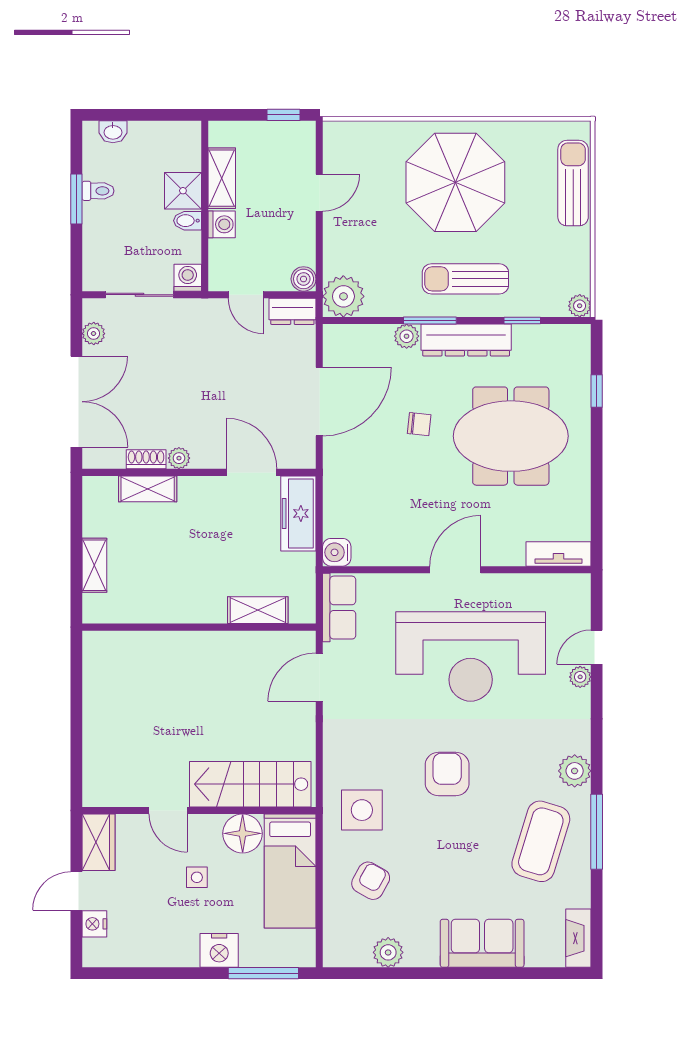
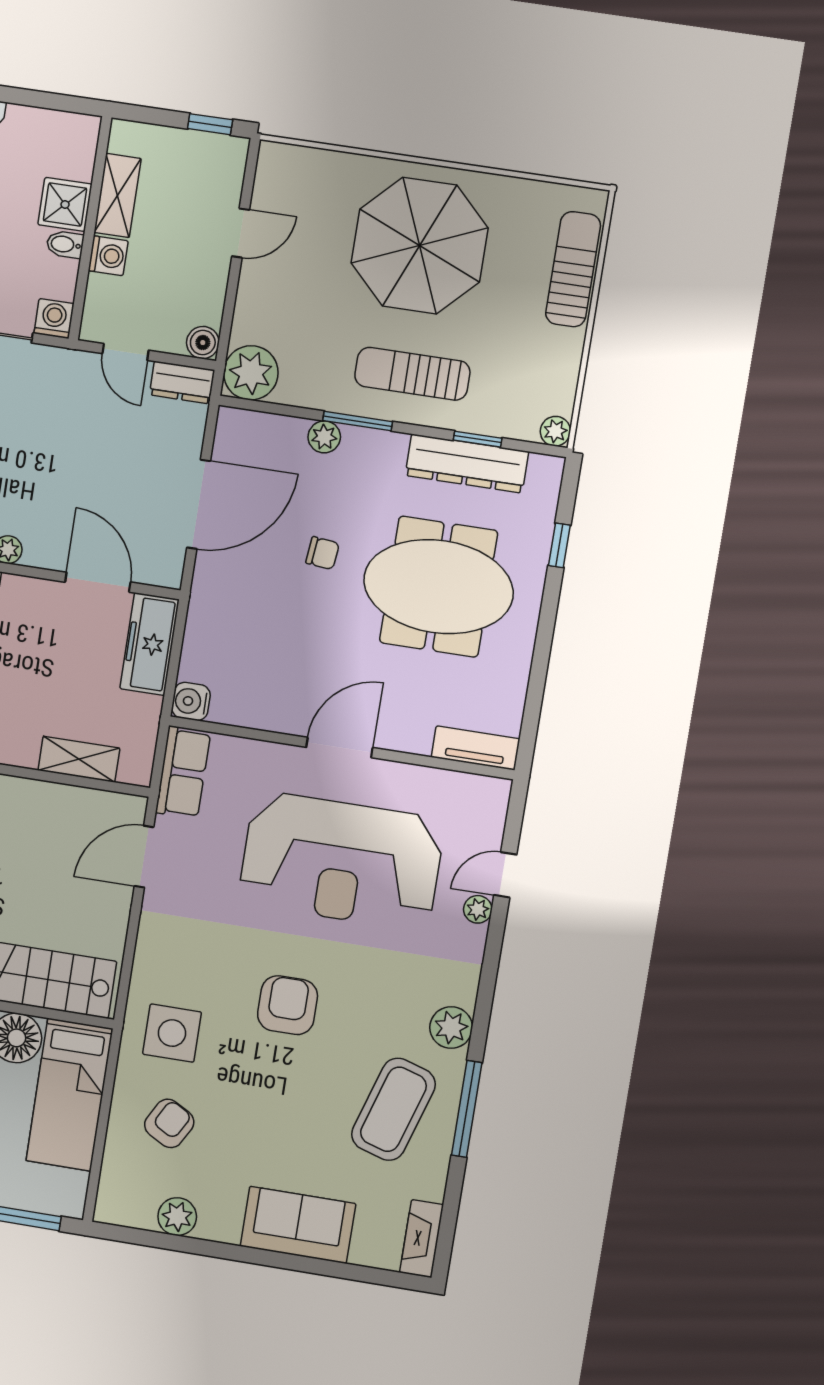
dresser: (466, 340) -> (467, 464), moved

